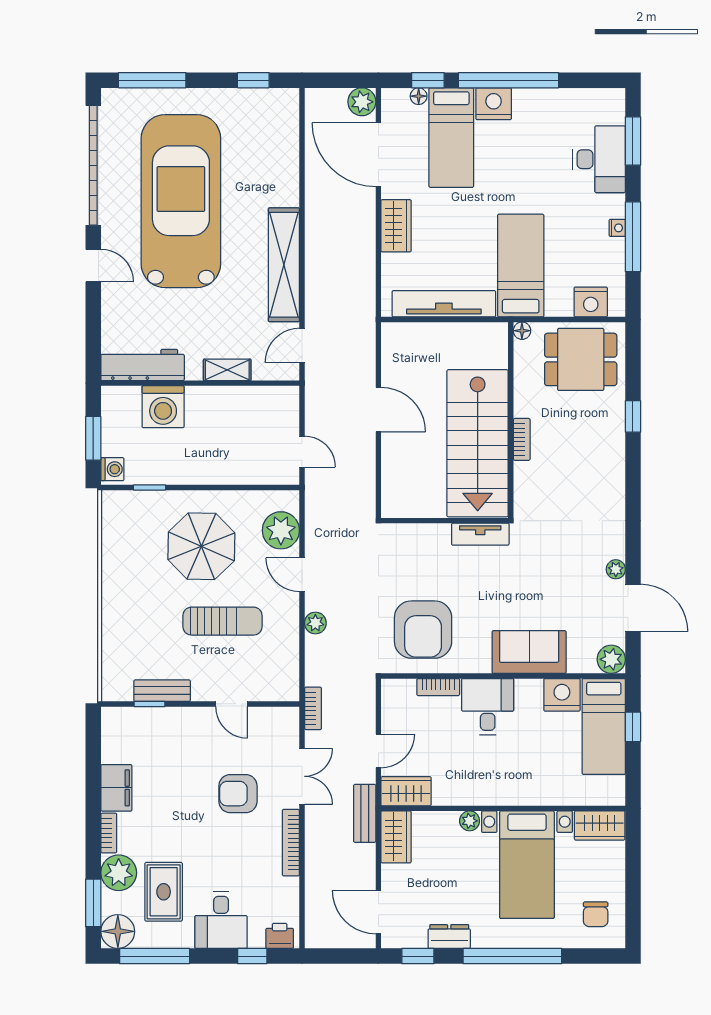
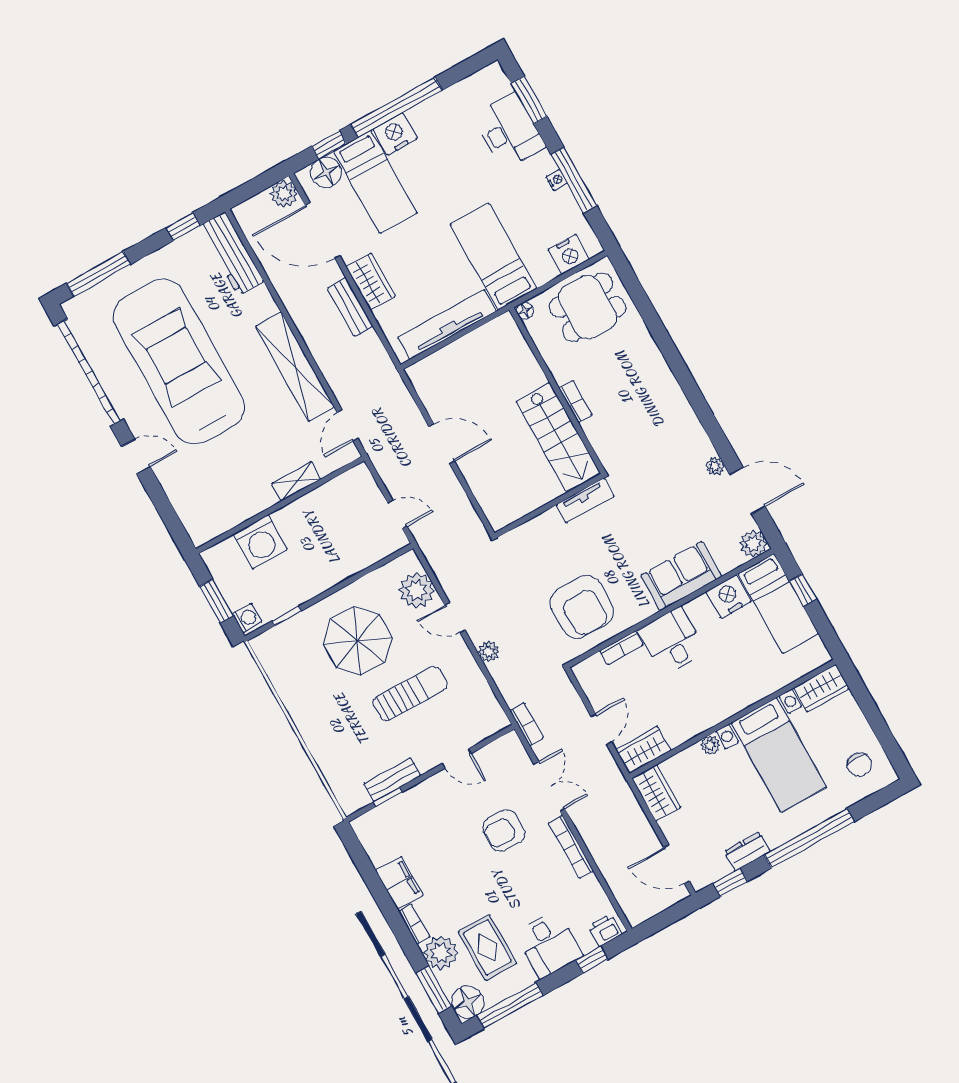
floor lamp: (419, 96) -> (326, 172), width x1.89, depth x1.89
workbench: (143, 365) -> (232, 254), moved, turned -90
window: (633, 416) -> (658, 330), removed
stairs: (478, 443) -> (558, 437), width x0.73, depth x0.66
bench: (365, 813) -> (350, 307), moved

